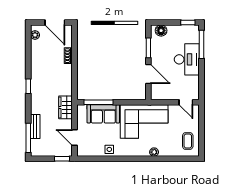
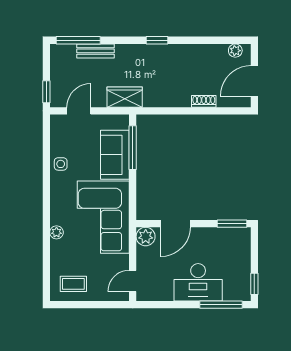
floor lamp: (161, 31) -> (242, 243), removed
window: (148, 48) -> (232, 224), moved
plant: (157, 94) -> (146, 237), added

